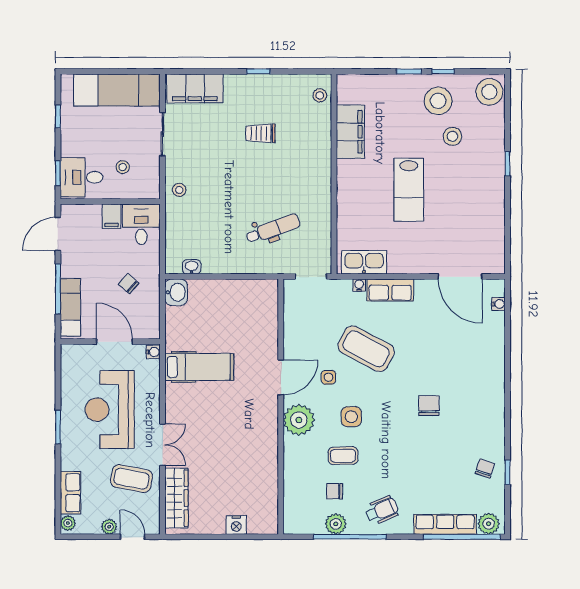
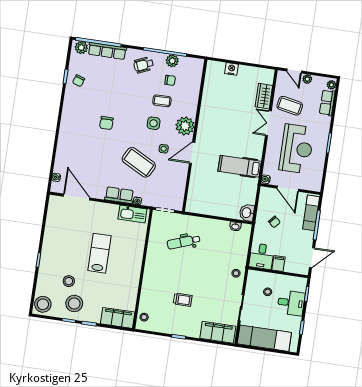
filing cabinet: (350, 132) -> (118, 318), moved, turned 90
desk: (81, 177) -> (291, 303), moved
wardrobe: (176, 498) -> (264, 96), width x0.67

